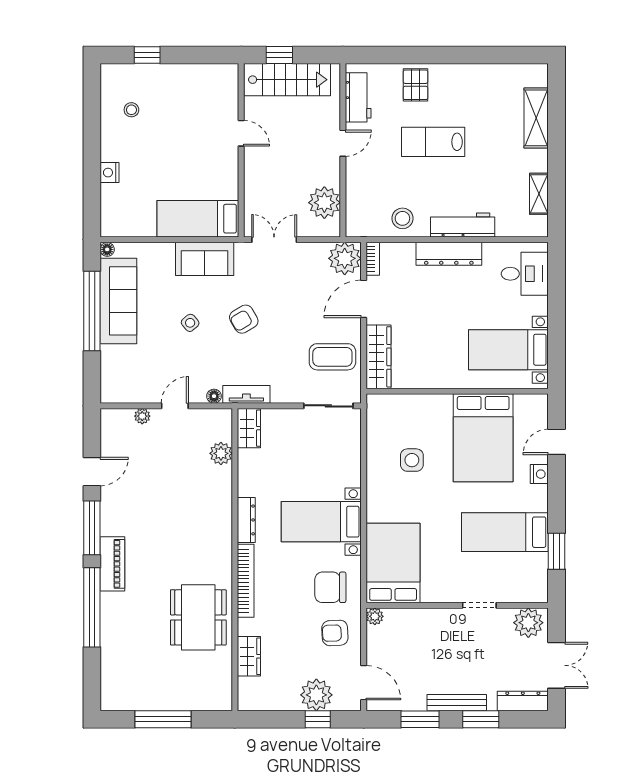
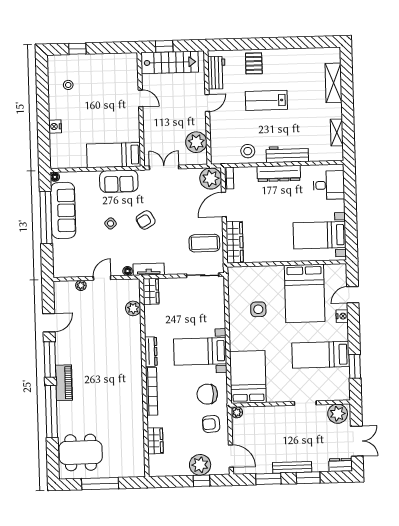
dining table: (198, 617) -> (81, 452), moved, turned 90
dresser: (523, 701) -> (340, 465), width x0.70

